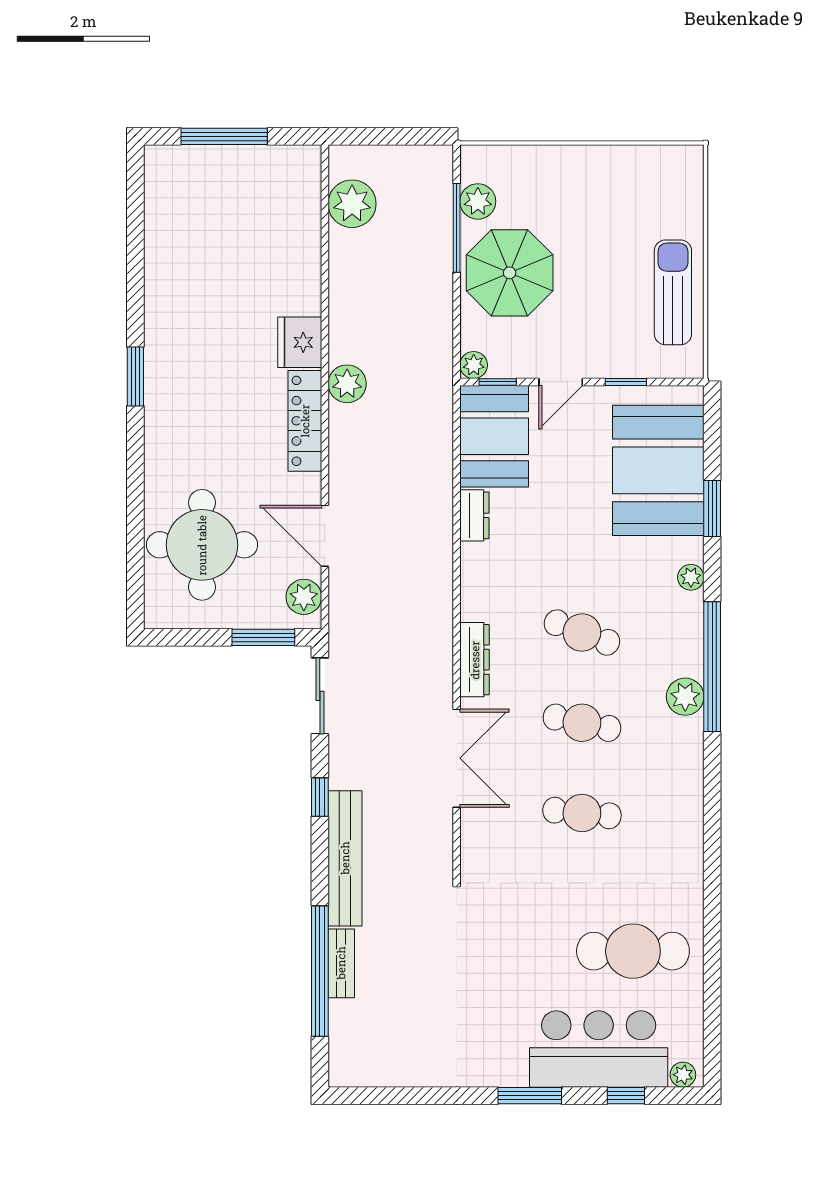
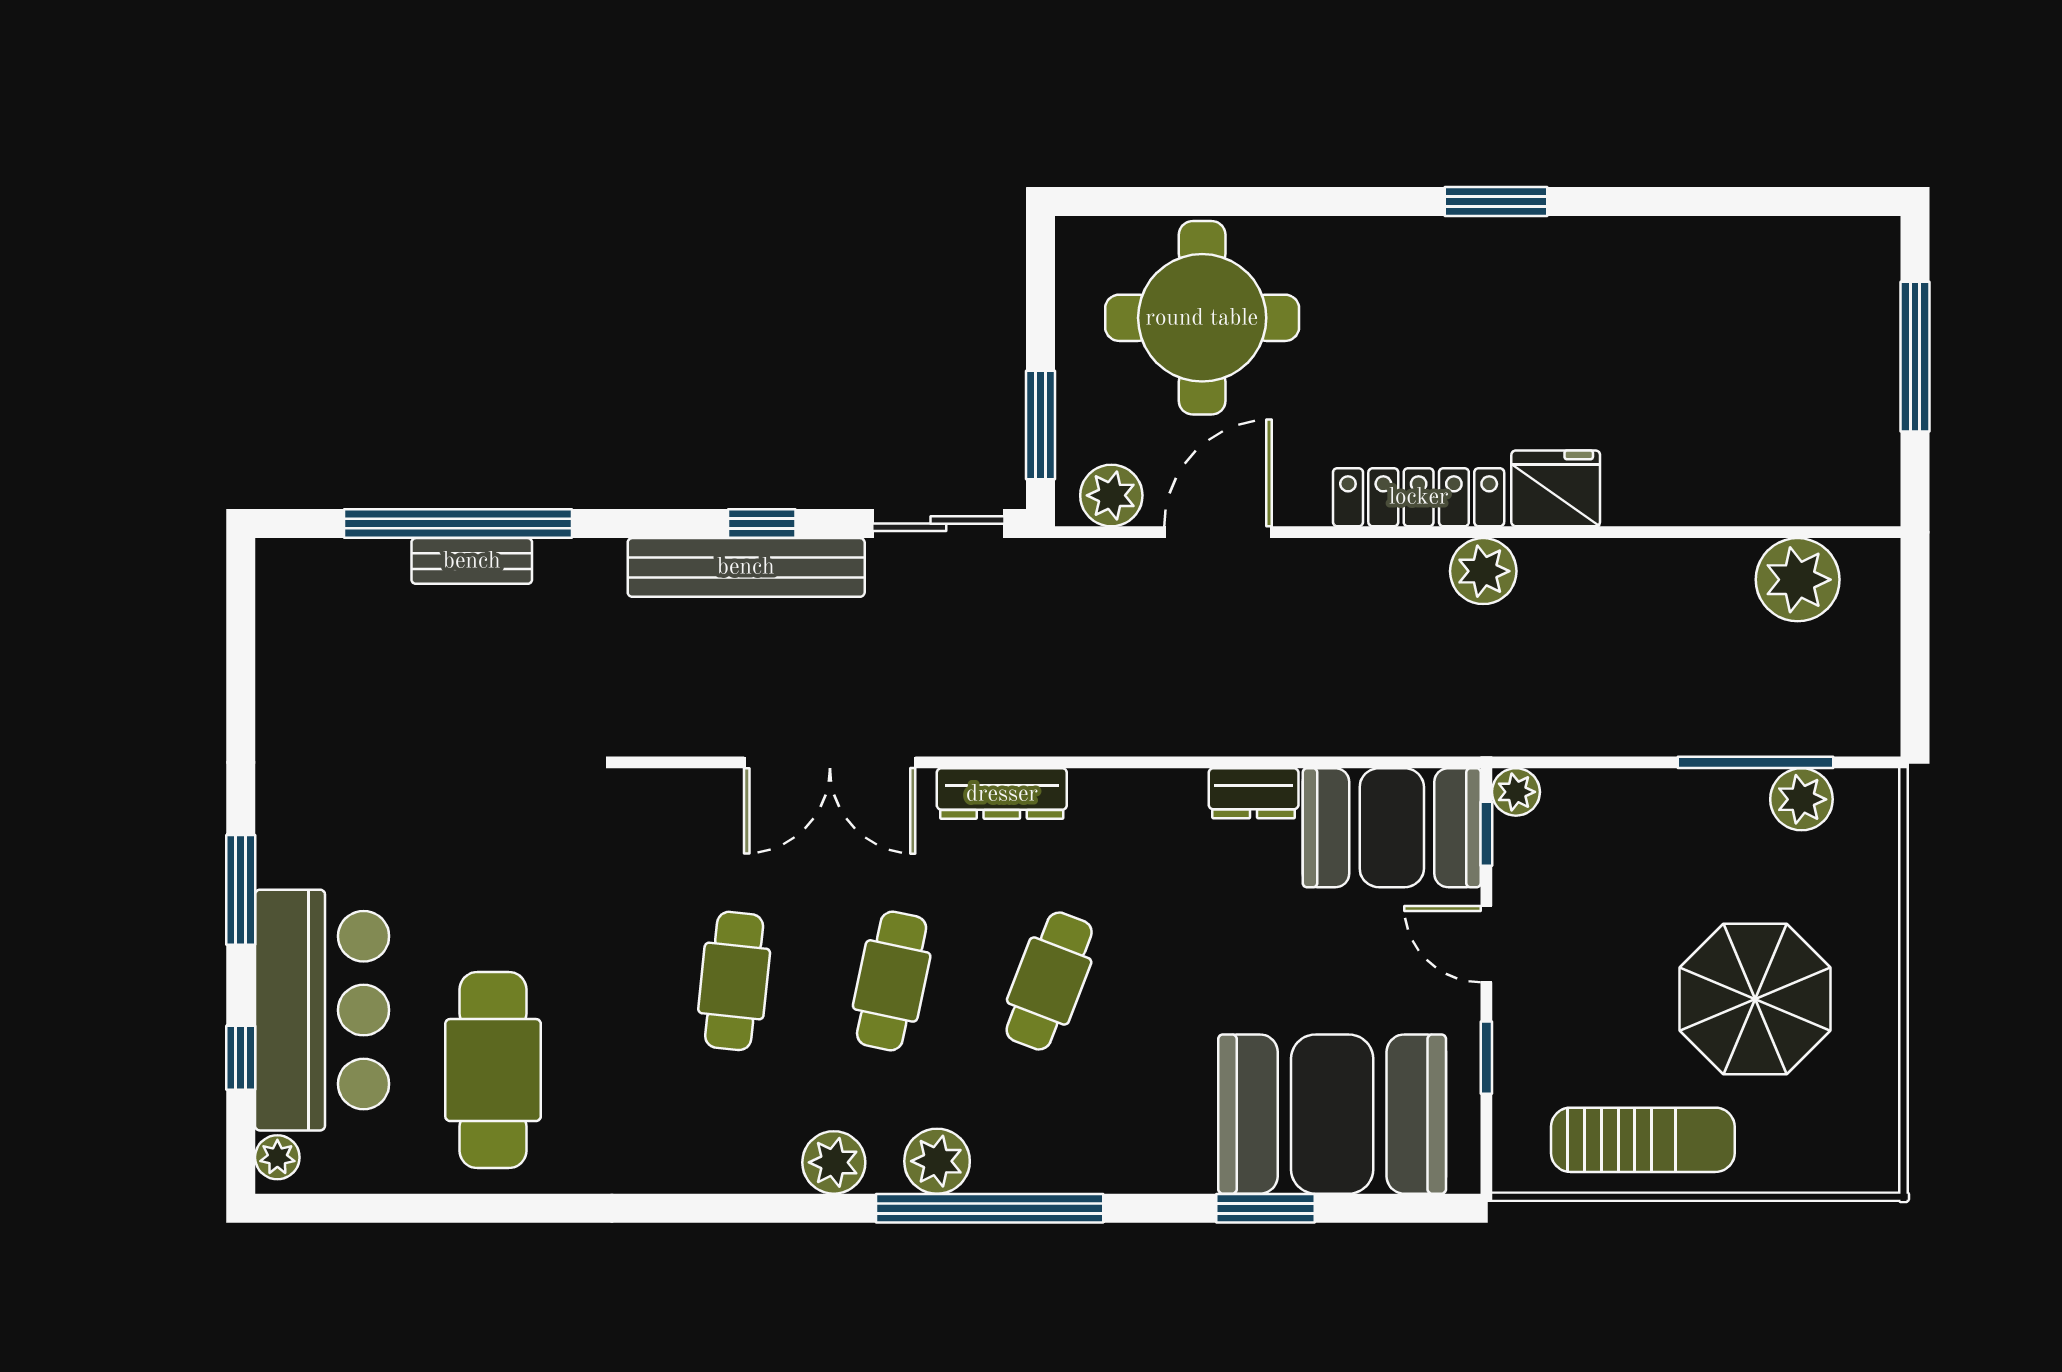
parasol: (510, 273) -> (1755, 999), moved
plant: (691, 577) -> (834, 1162), moved, width x1.38, depth x1.38
bench: (345, 858) -> (746, 567), moved

